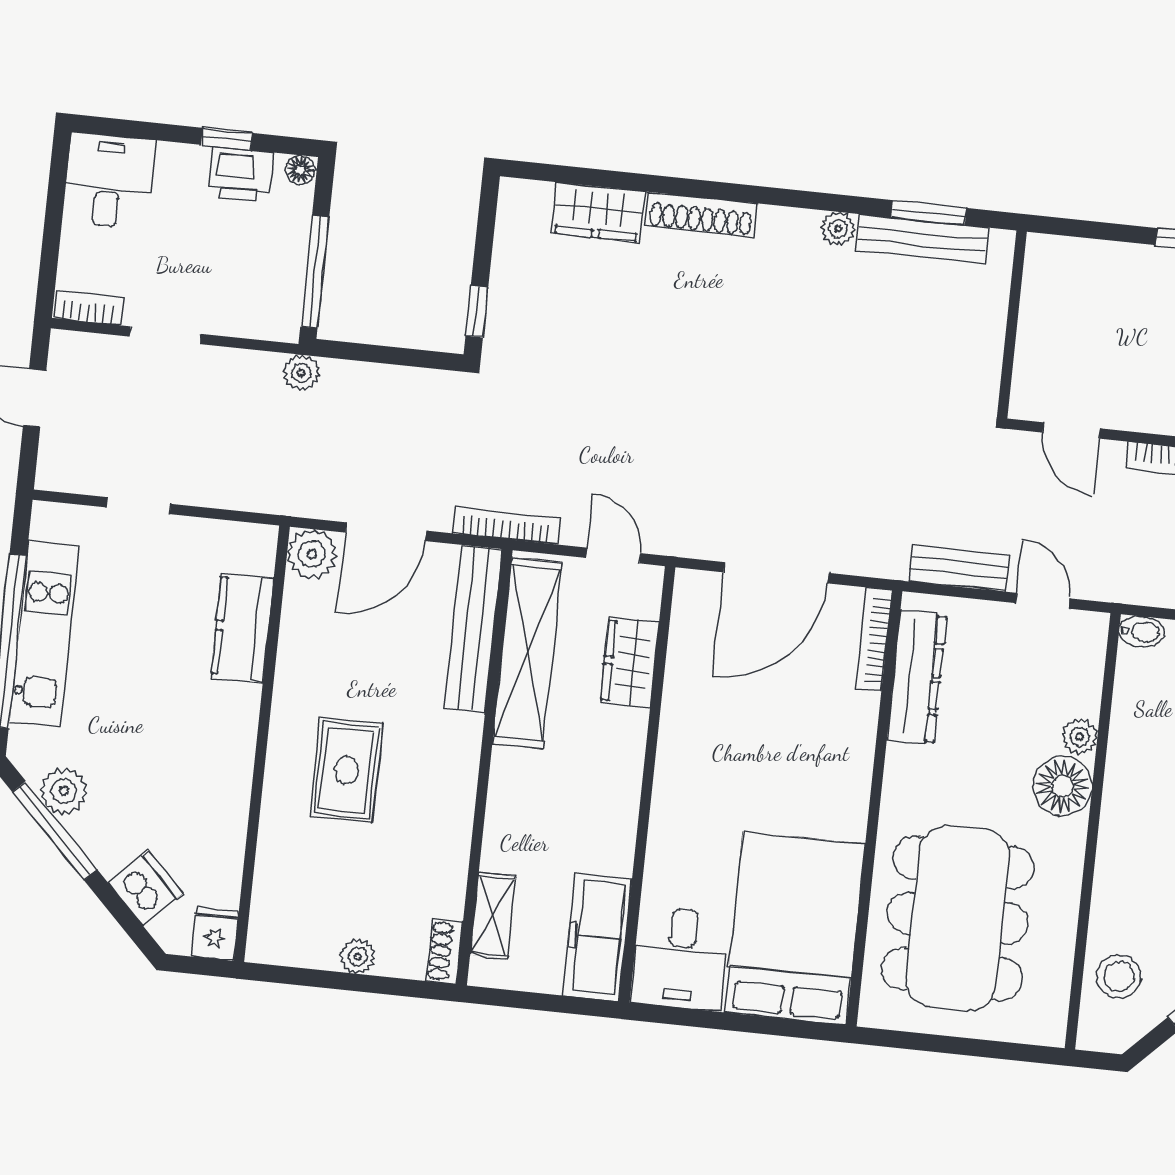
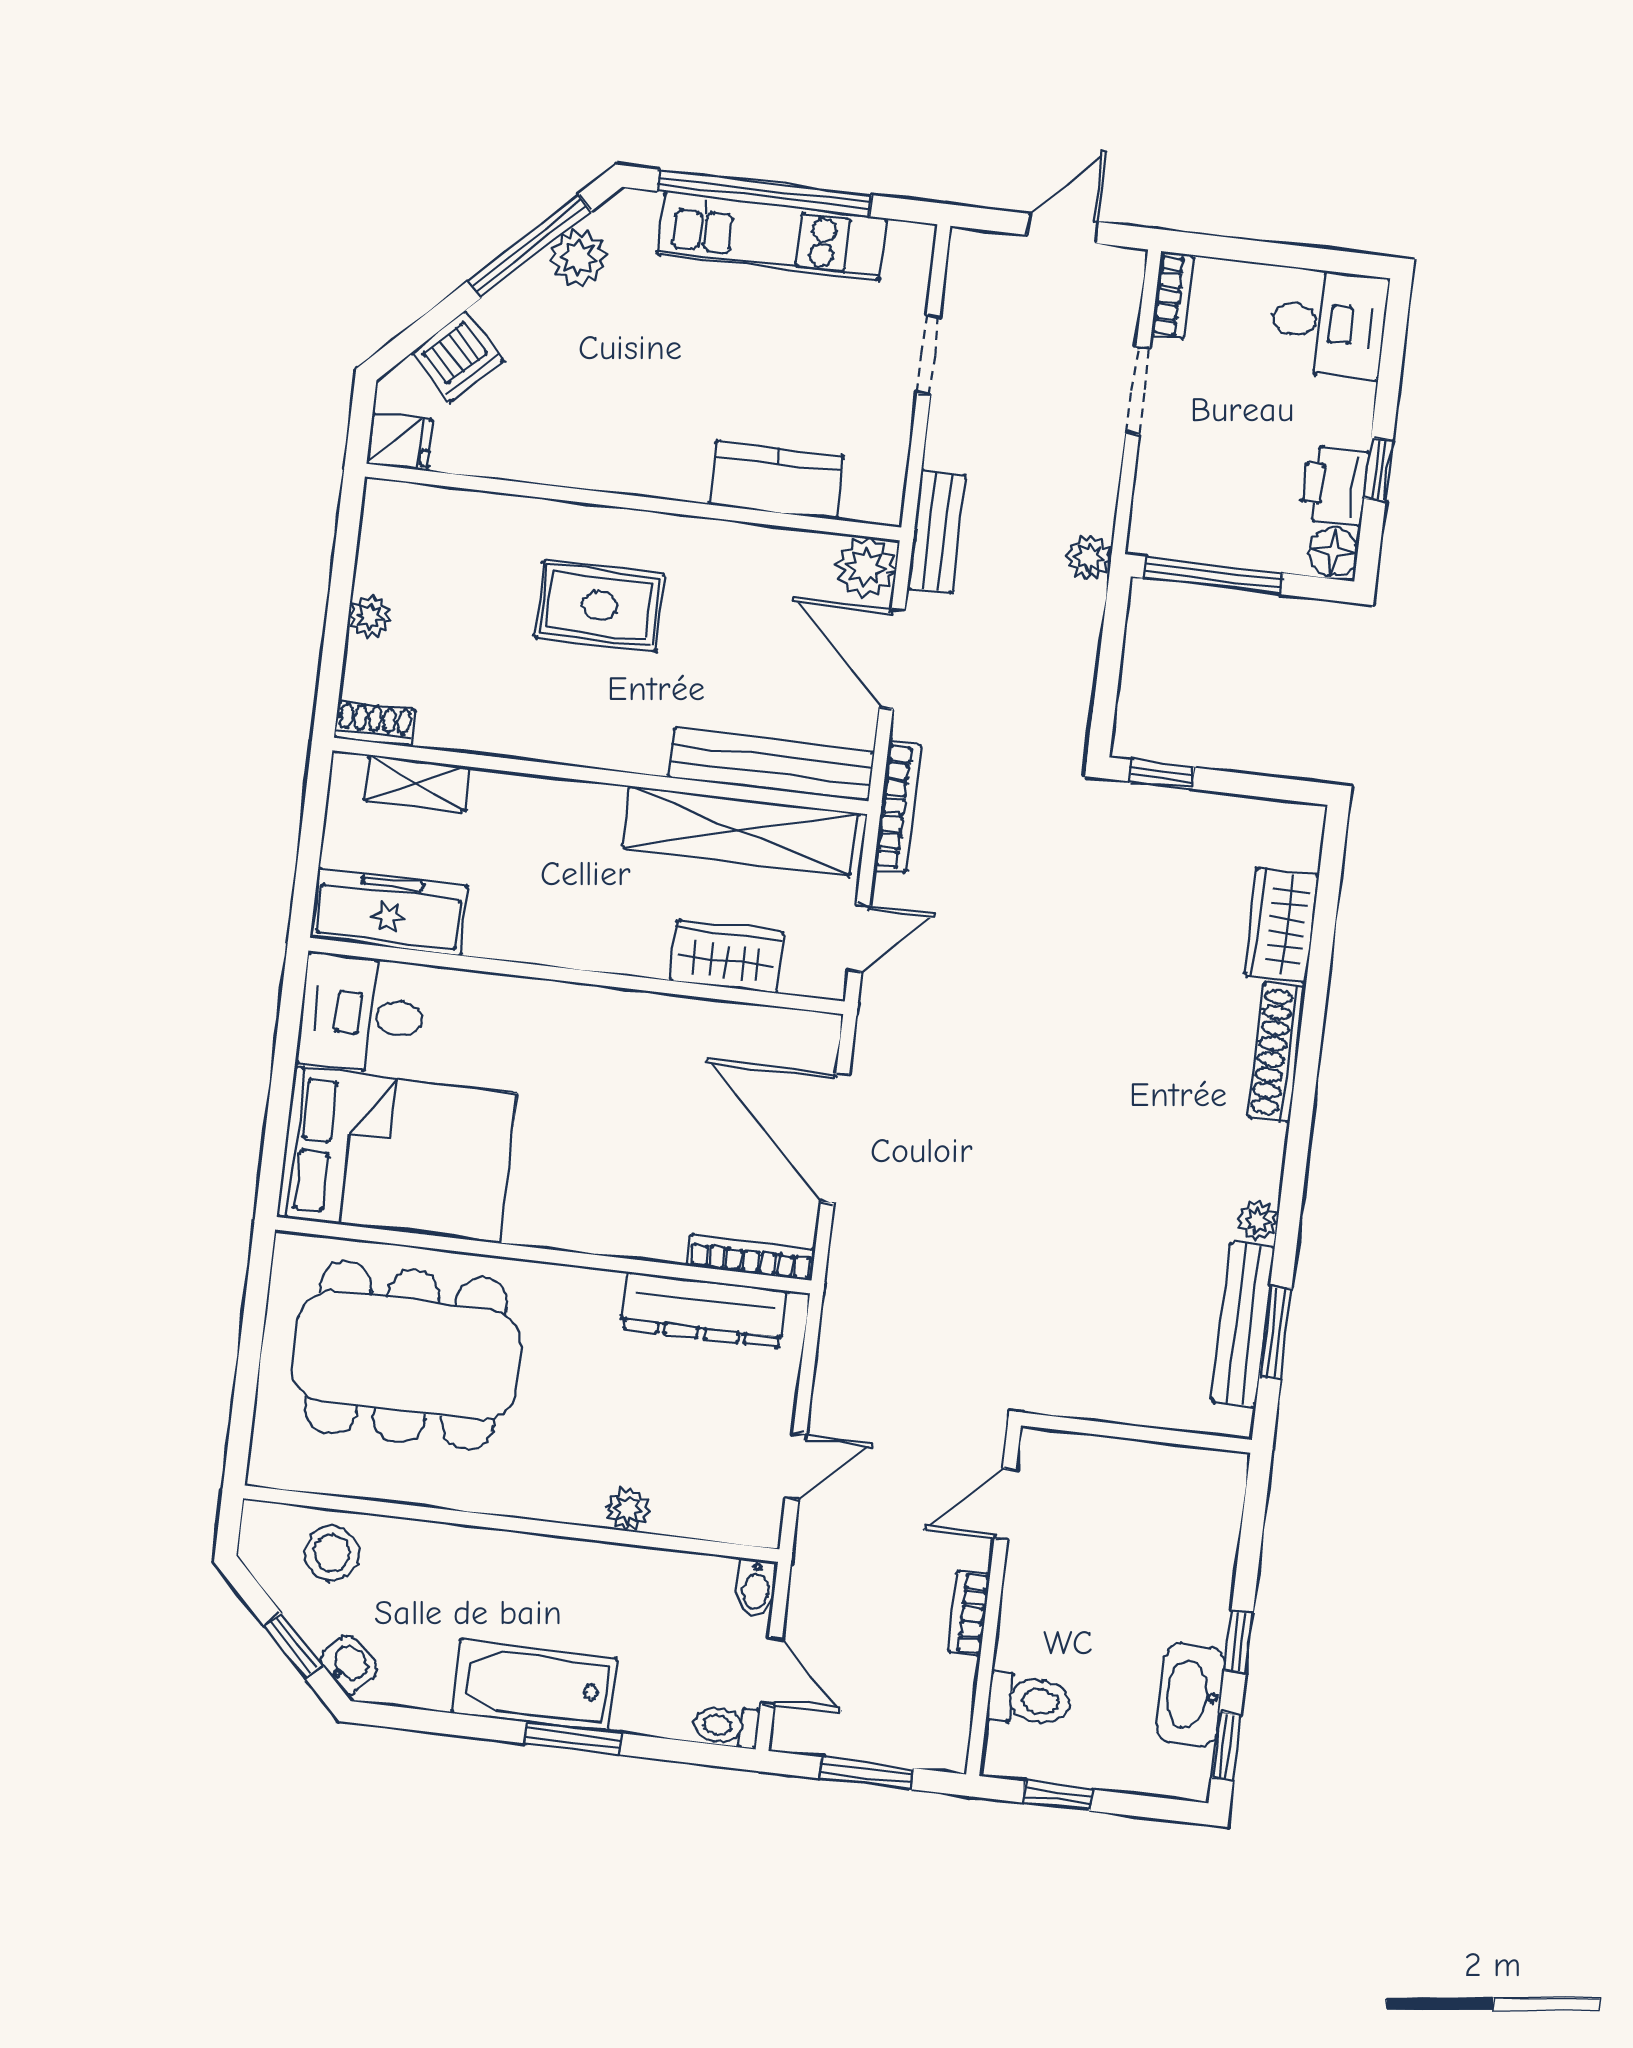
floor lamp: (300, 170) -> (1333, 552), width x1.37, depth x1.37
bench: (959, 568) -> (937, 532), moved
floor lamp: (1063, 786) -> (567, 1487), removed

